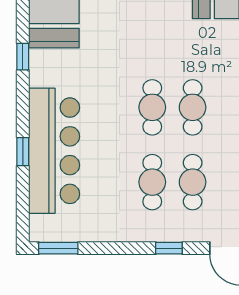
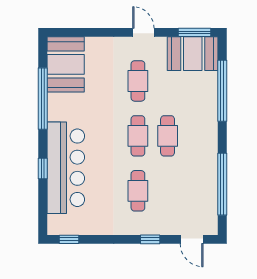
window: (23, 57) -> (43, 99), width x3.17
cafe table: (193, 182) -> (138, 81), moved
window: (58, 248) -> (69, 239), width x0.67

